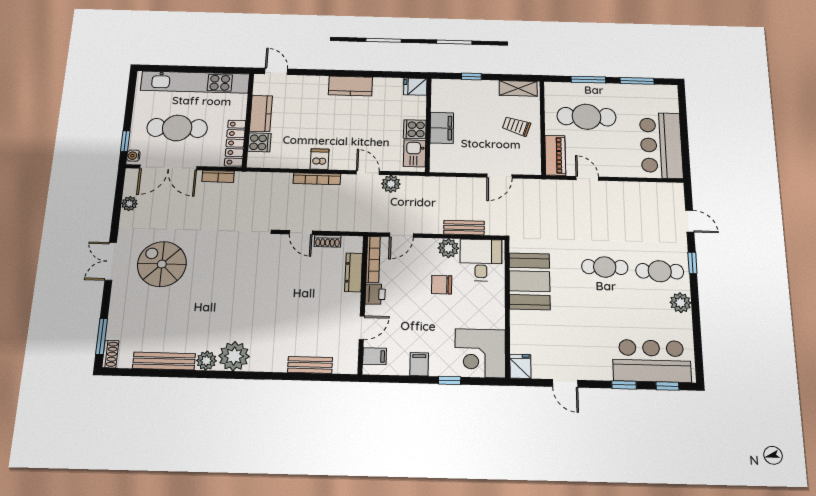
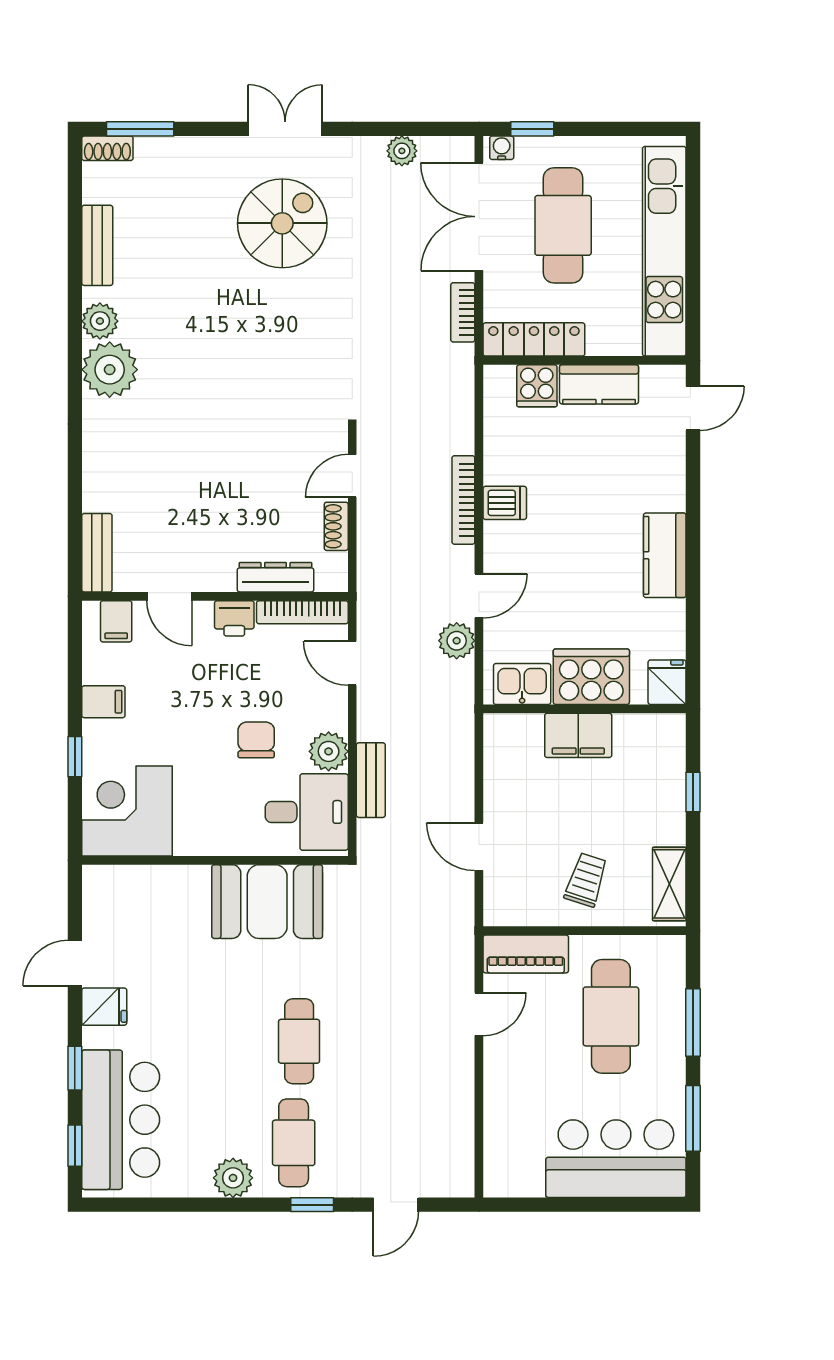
cooker: (415, 129) -> (591, 677), width x1.87, depth x1.31
bar counter: (661, 145) -> (616, 1159), moved
bench: (164, 361) -> (97, 245), width x0.73
bench: (310, 365) -> (97, 553), moved
fridge: (520, 366) -> (104, 1007), moved

